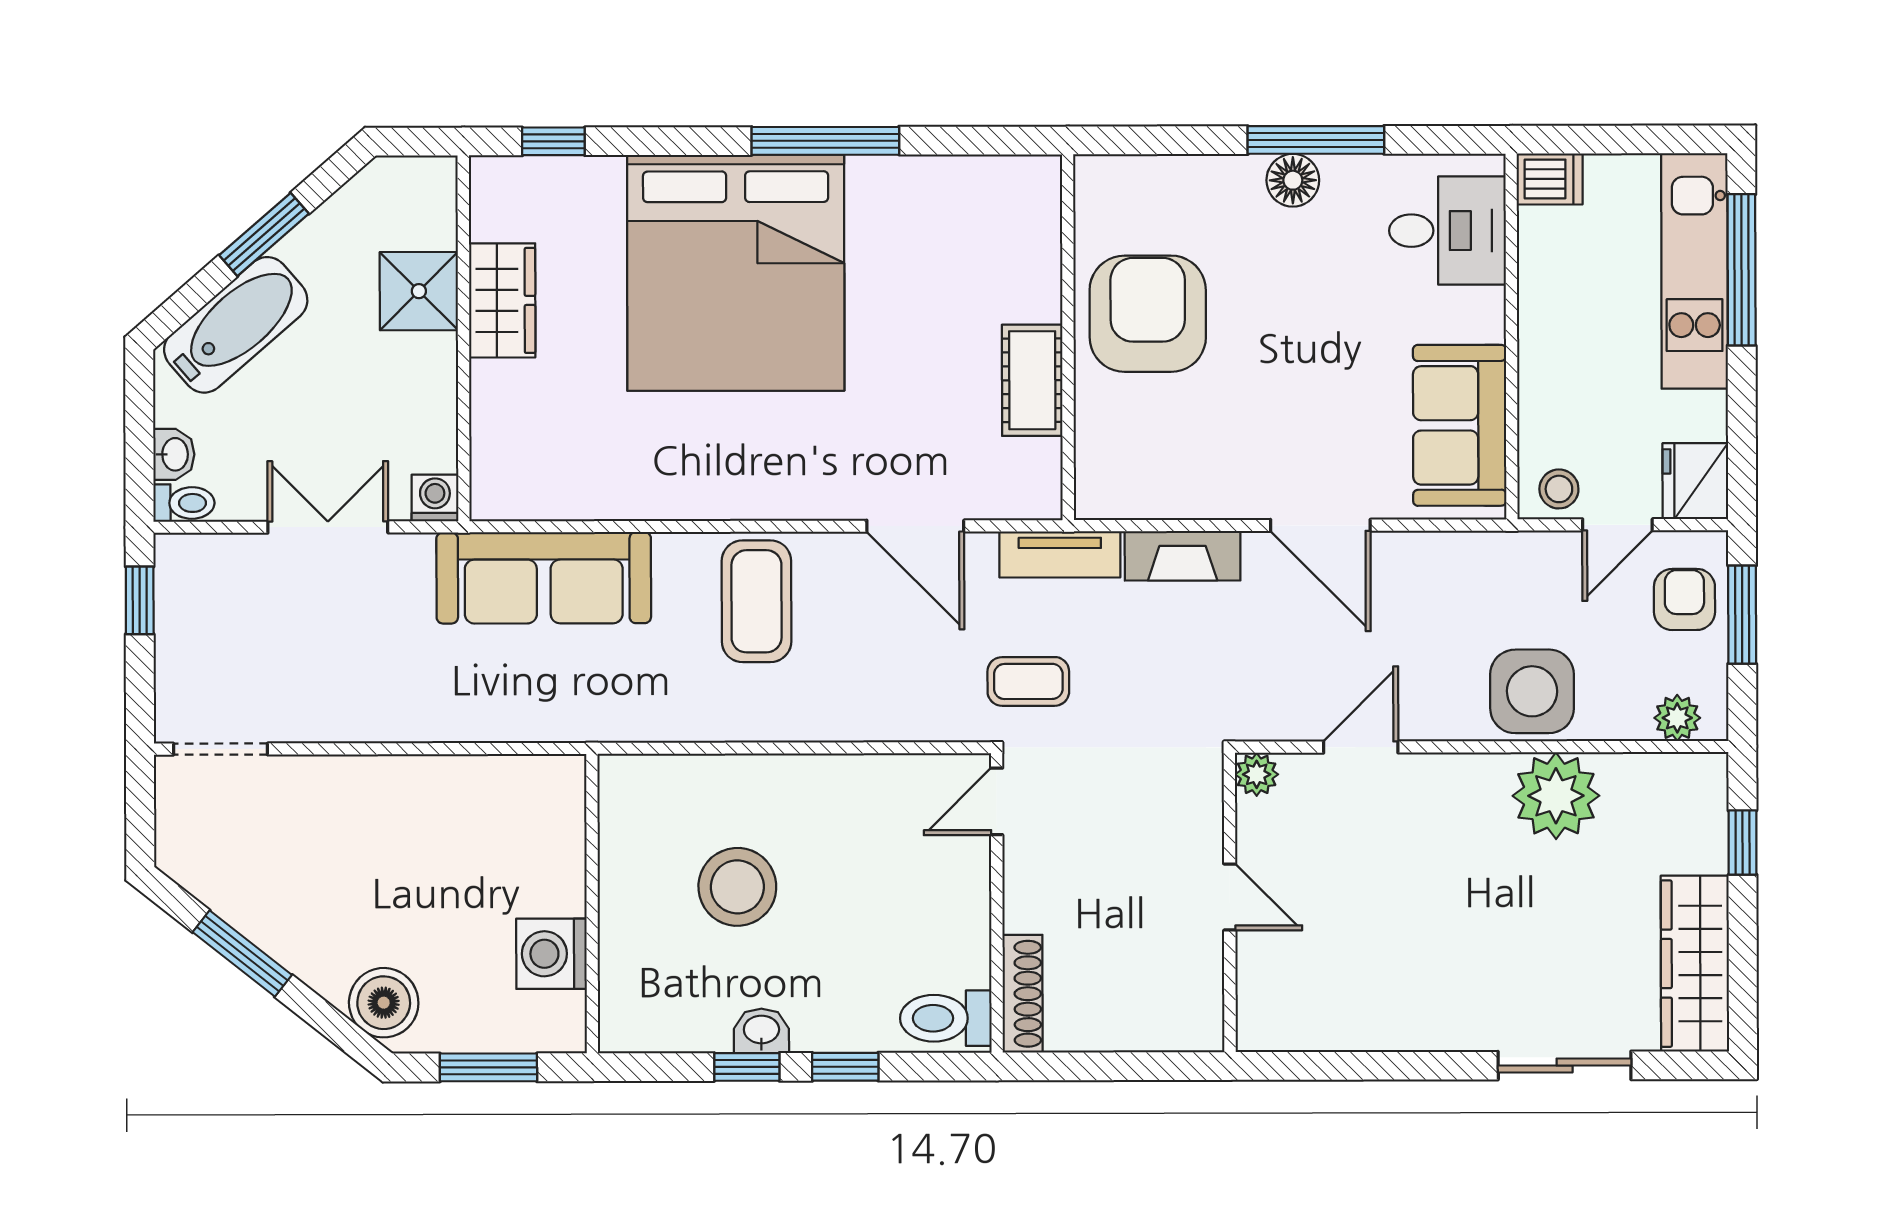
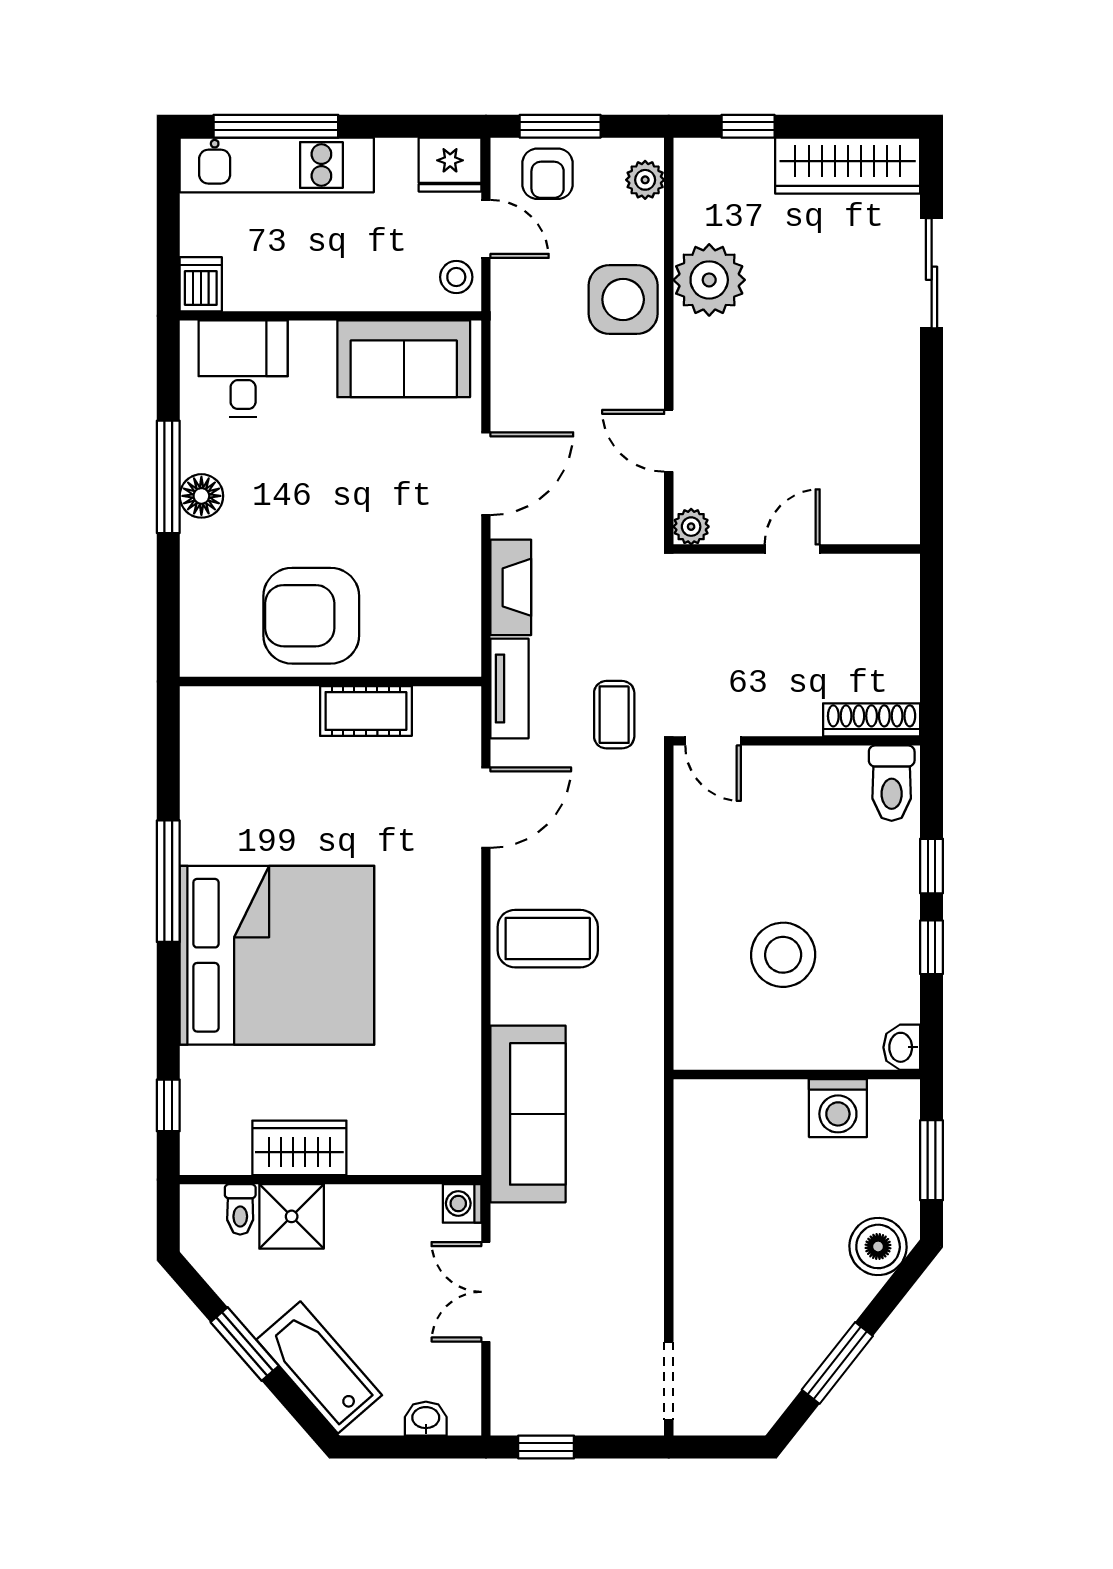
toilet: (184, 503) -> (240, 1209), moved, turned 180
armchair: (1684, 599) -> (548, 174), turned -90
washbasin: (761, 1031) -> (902, 1047), moved

